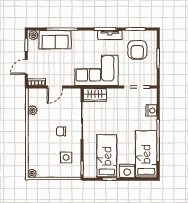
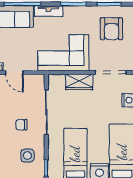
tv unit: (110, 35) -> (49, 11), moved
door: (55, 87) -> (14, 72), hinge flipped
wardrobe: (95, 95) -> (79, 82), moved

